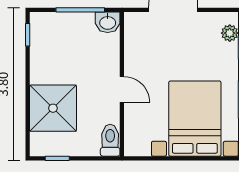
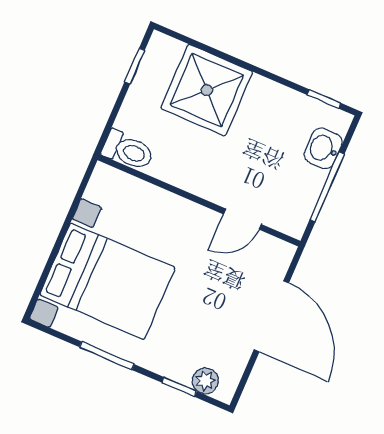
washbasin: (108, 22) -> (323, 148), moved
door: (122, 89) -> (242, 219), moved

